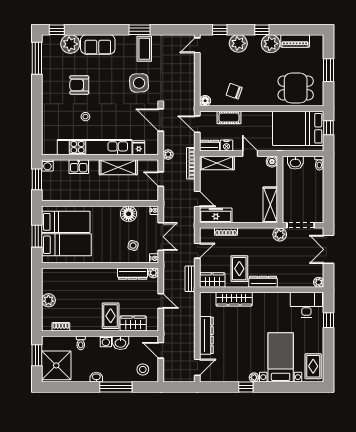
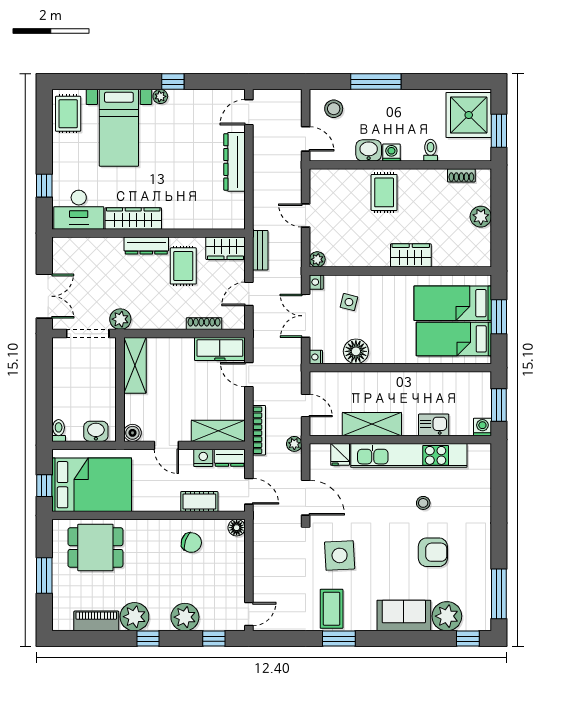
dresser: (133, 274) -> (350, 258), removed
plant: (319, 282) -> (60, 245), removed
wardrobe: (234, 299) -> (133, 218), moved
wardrobe: (133, 323) -> (411, 255), moved, turned 180
washbasin: (96, 377) -> (406, 97), removed

